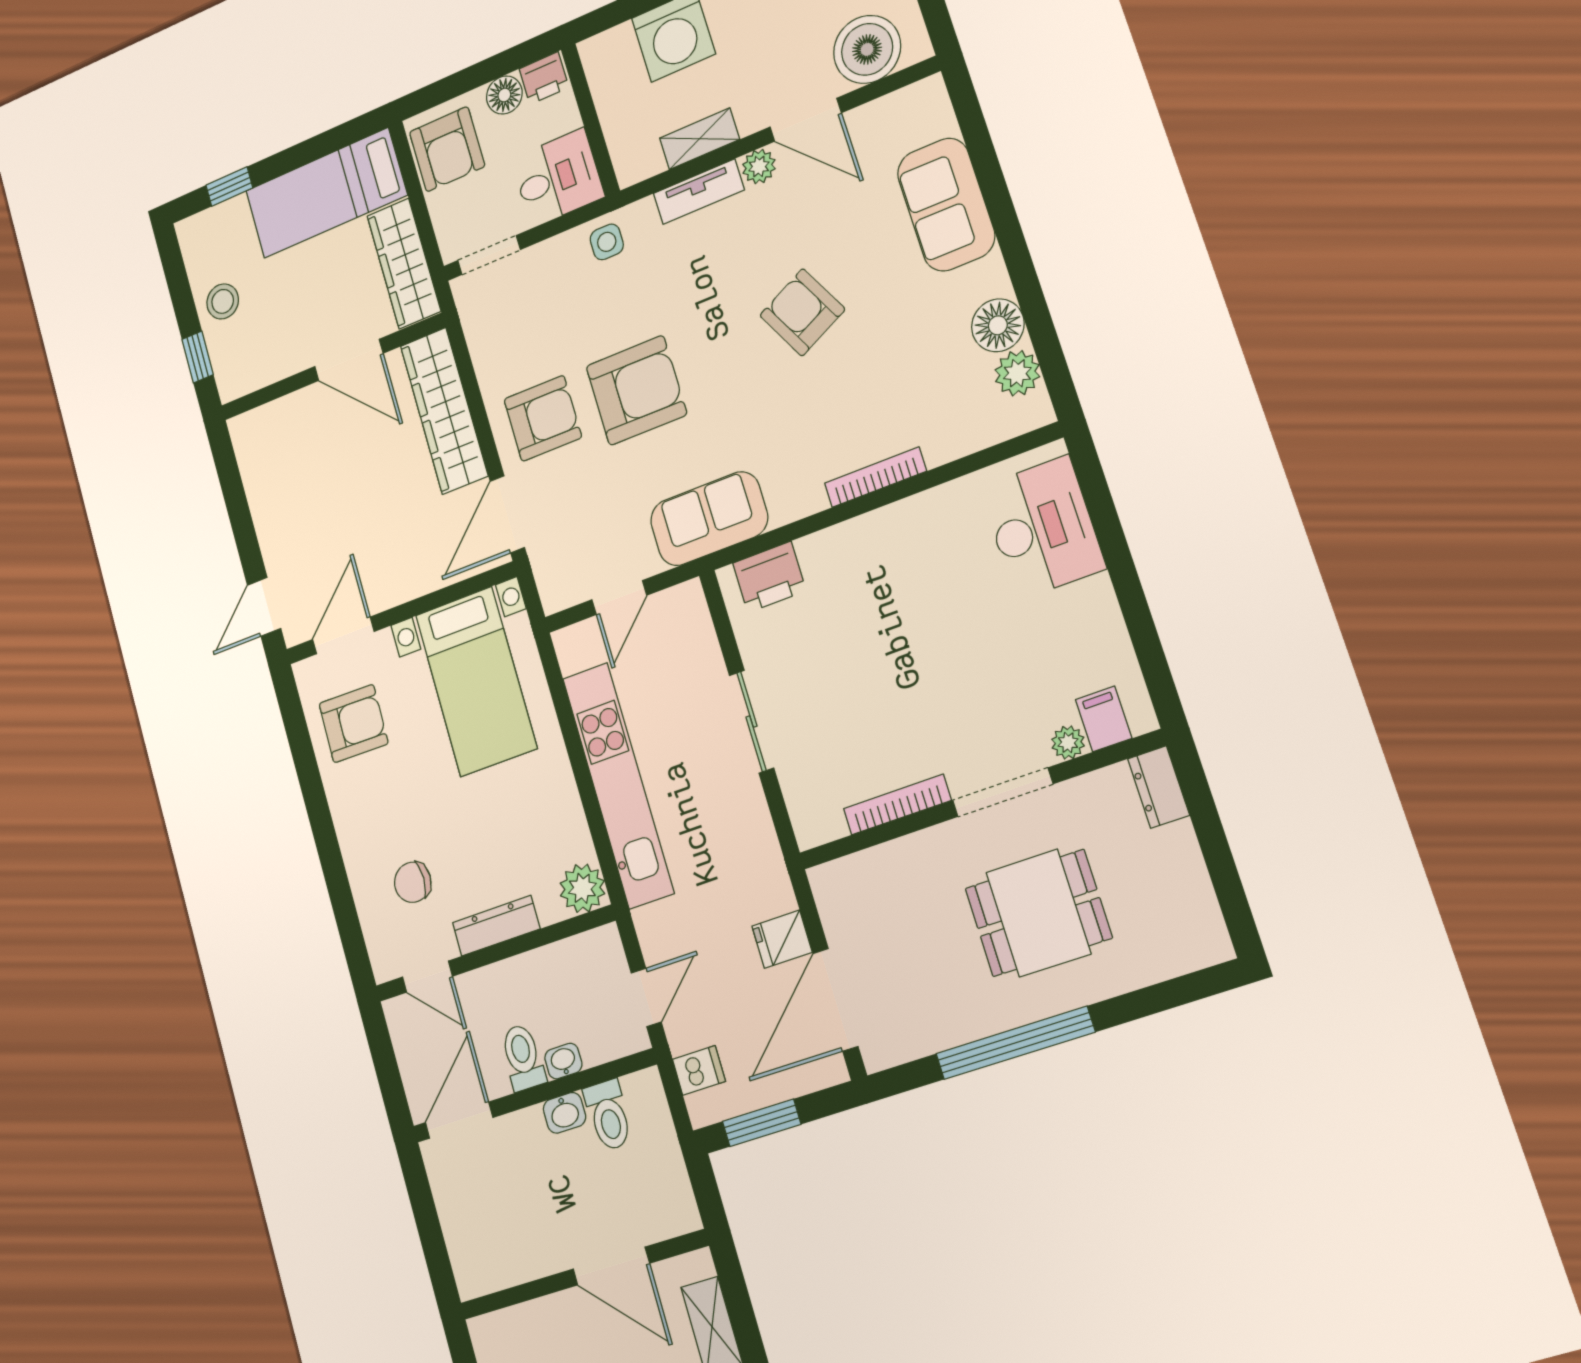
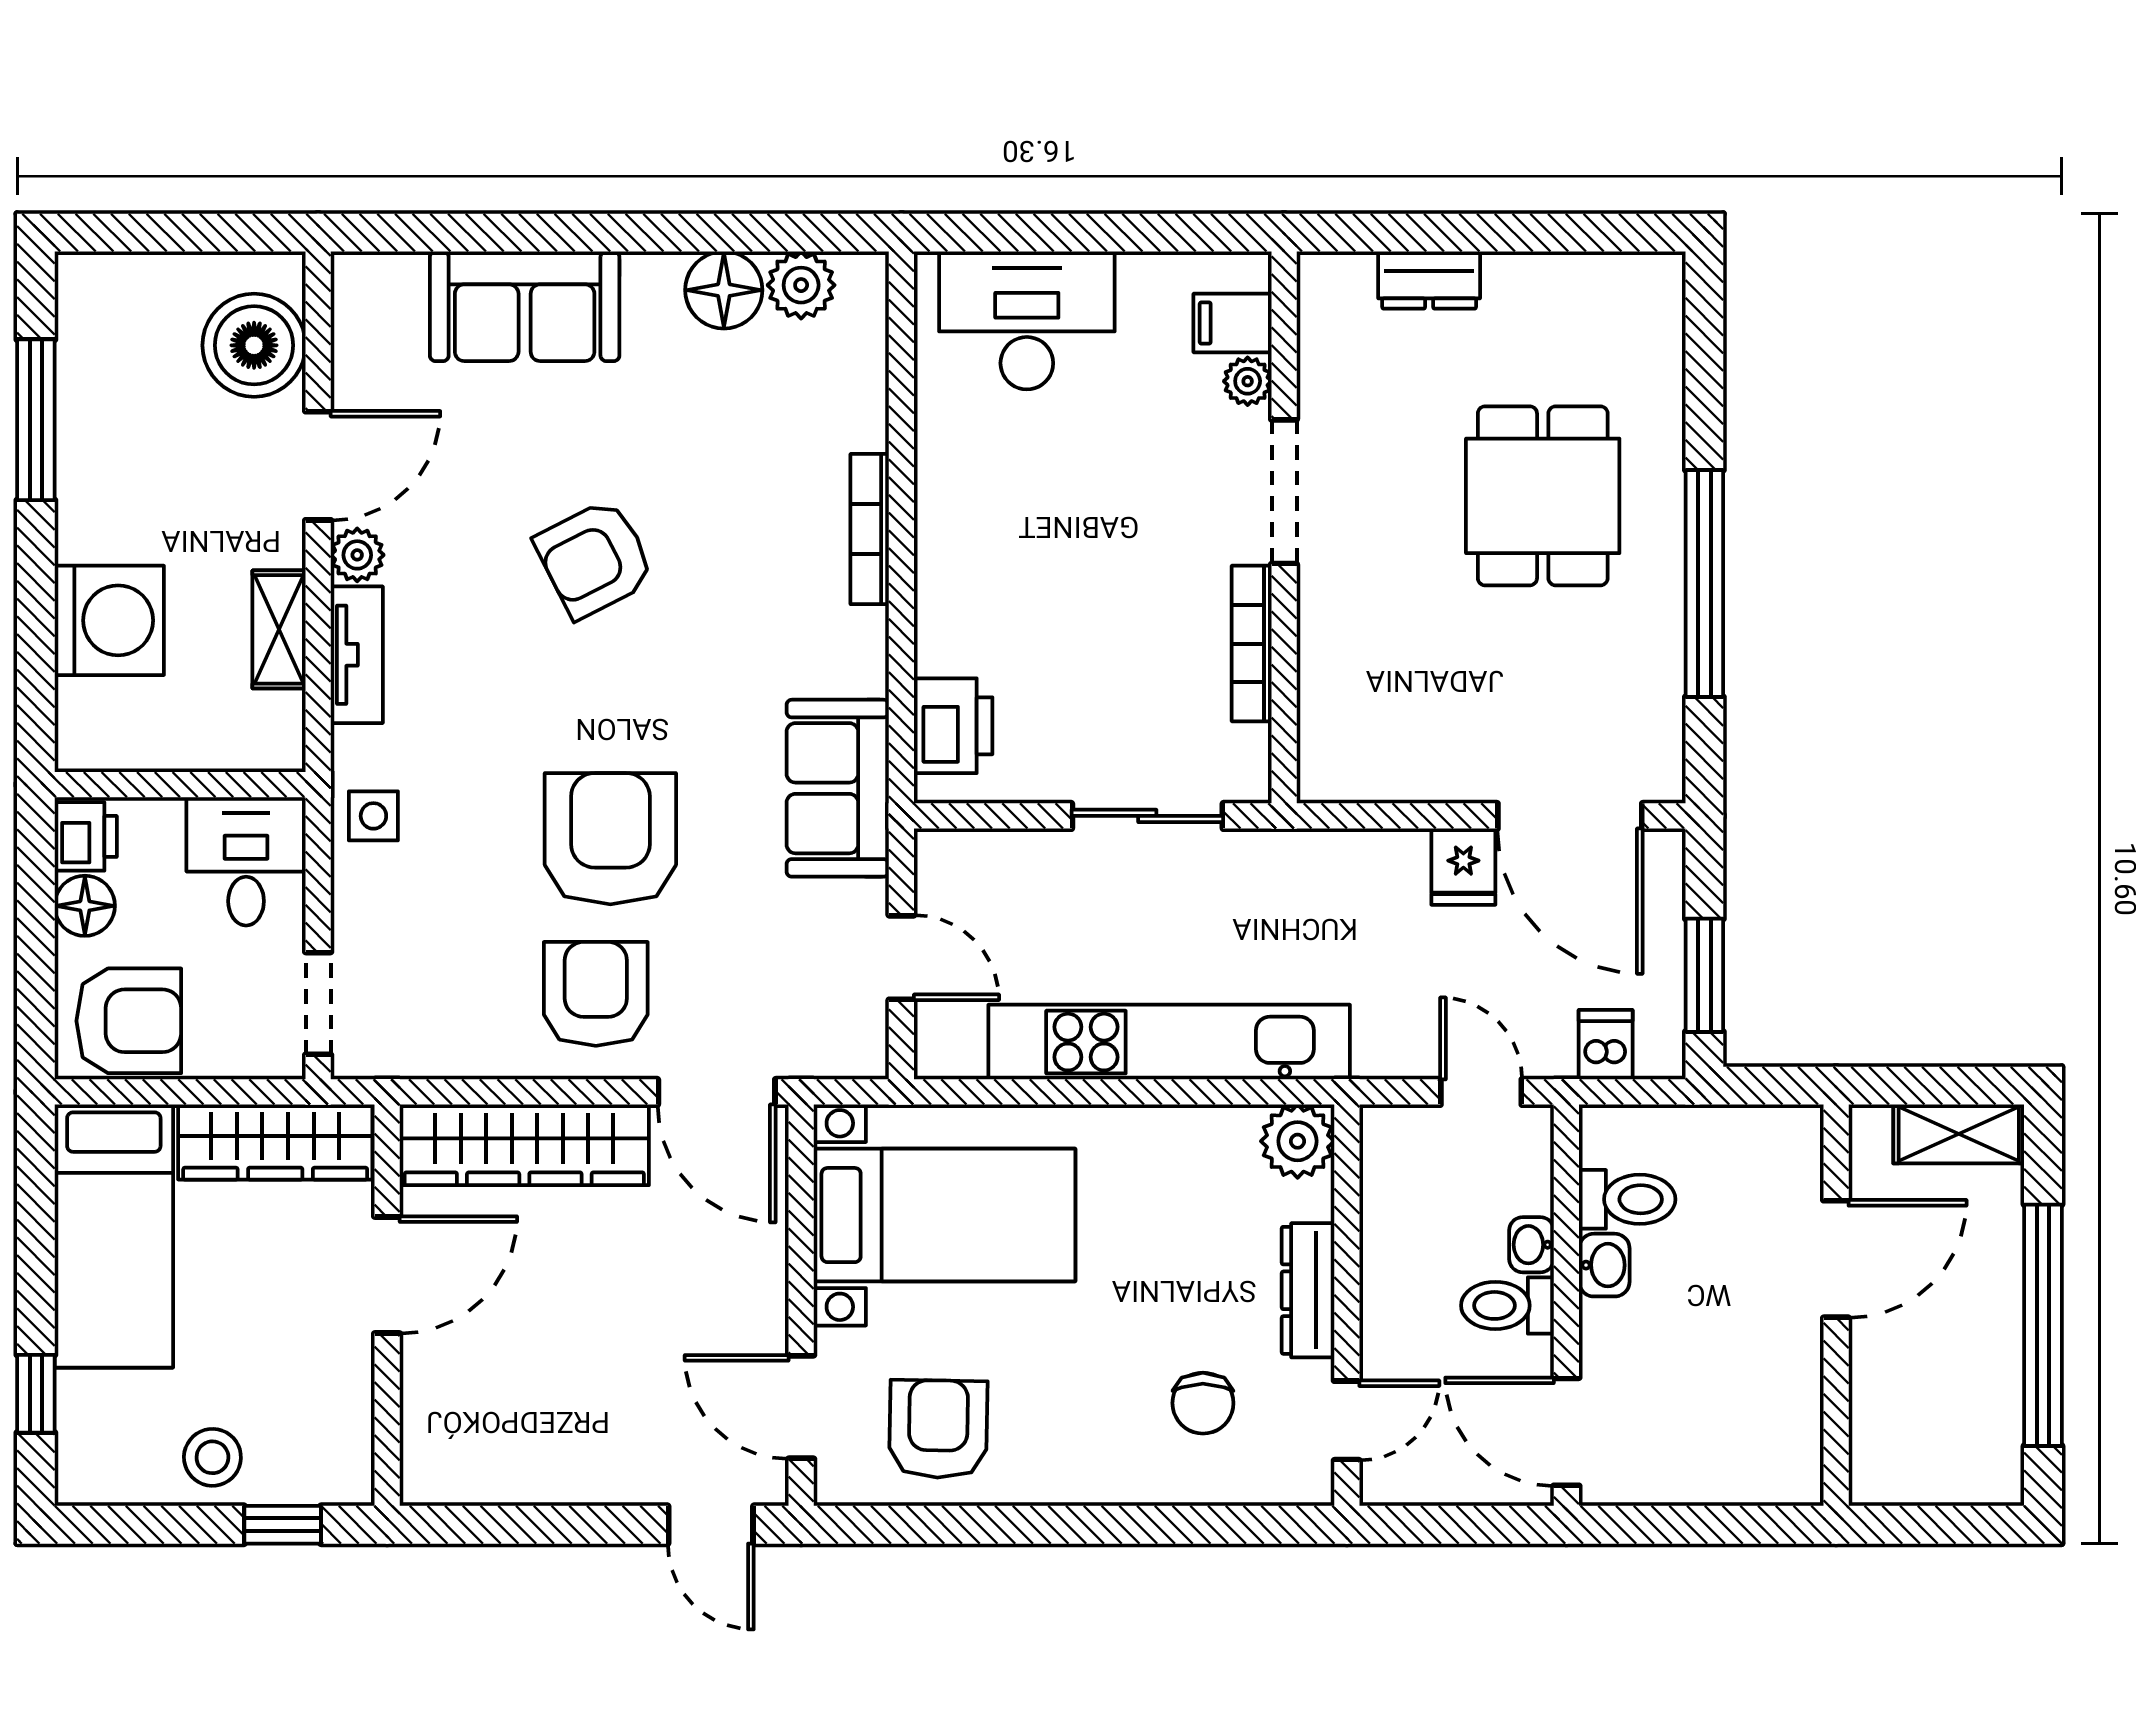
filing cabinet: (1104, 719) -> (1232, 323), moved
plant: (1068, 743) -> (1248, 381), moved
doorway: (1003, 792) -> (1284, 492), moved
wall: (979, 800) -> (1284, 527), moved
bookcase: (897, 805) -> (1252, 644), moved

